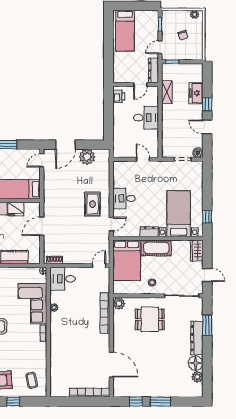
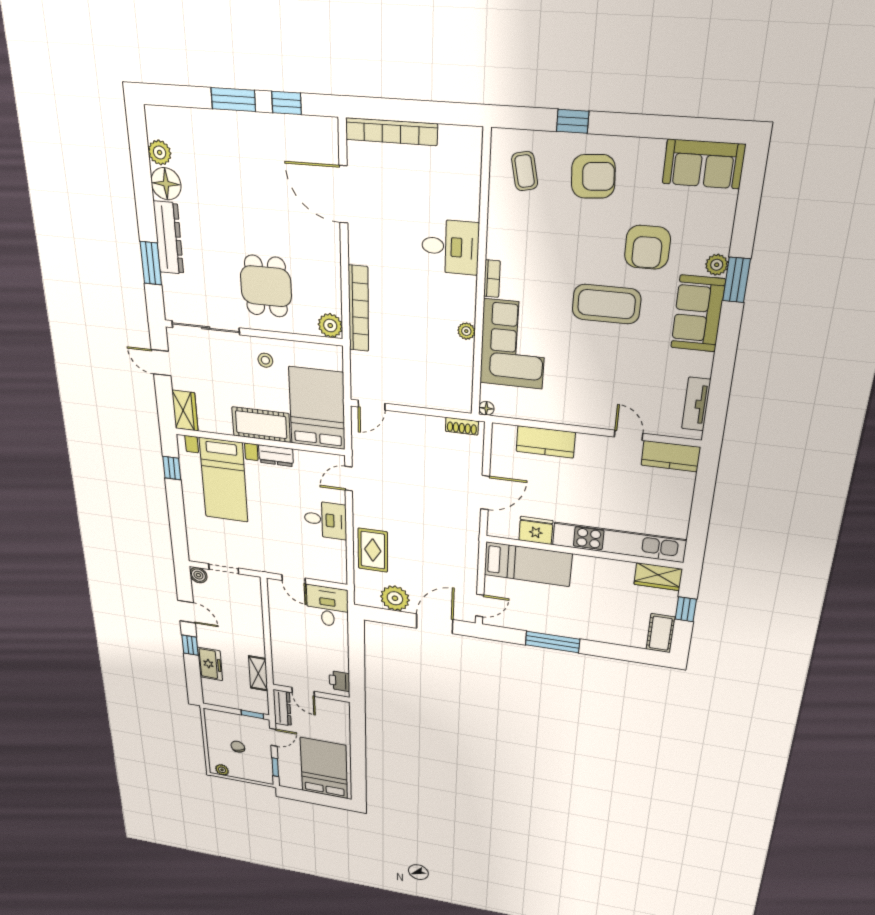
bed: (125, 31) -> (324, 768), width x1.50
door: (140, 84) -> (303, 692), swing flipped
desk: (146, 118) -> (328, 606), moved, turned 90
rug: (93, 204) -> (373, 550), moved
desk: (63, 279) -> (450, 247), moved
dining table: (150, 319) -> (266, 286), turned 90

